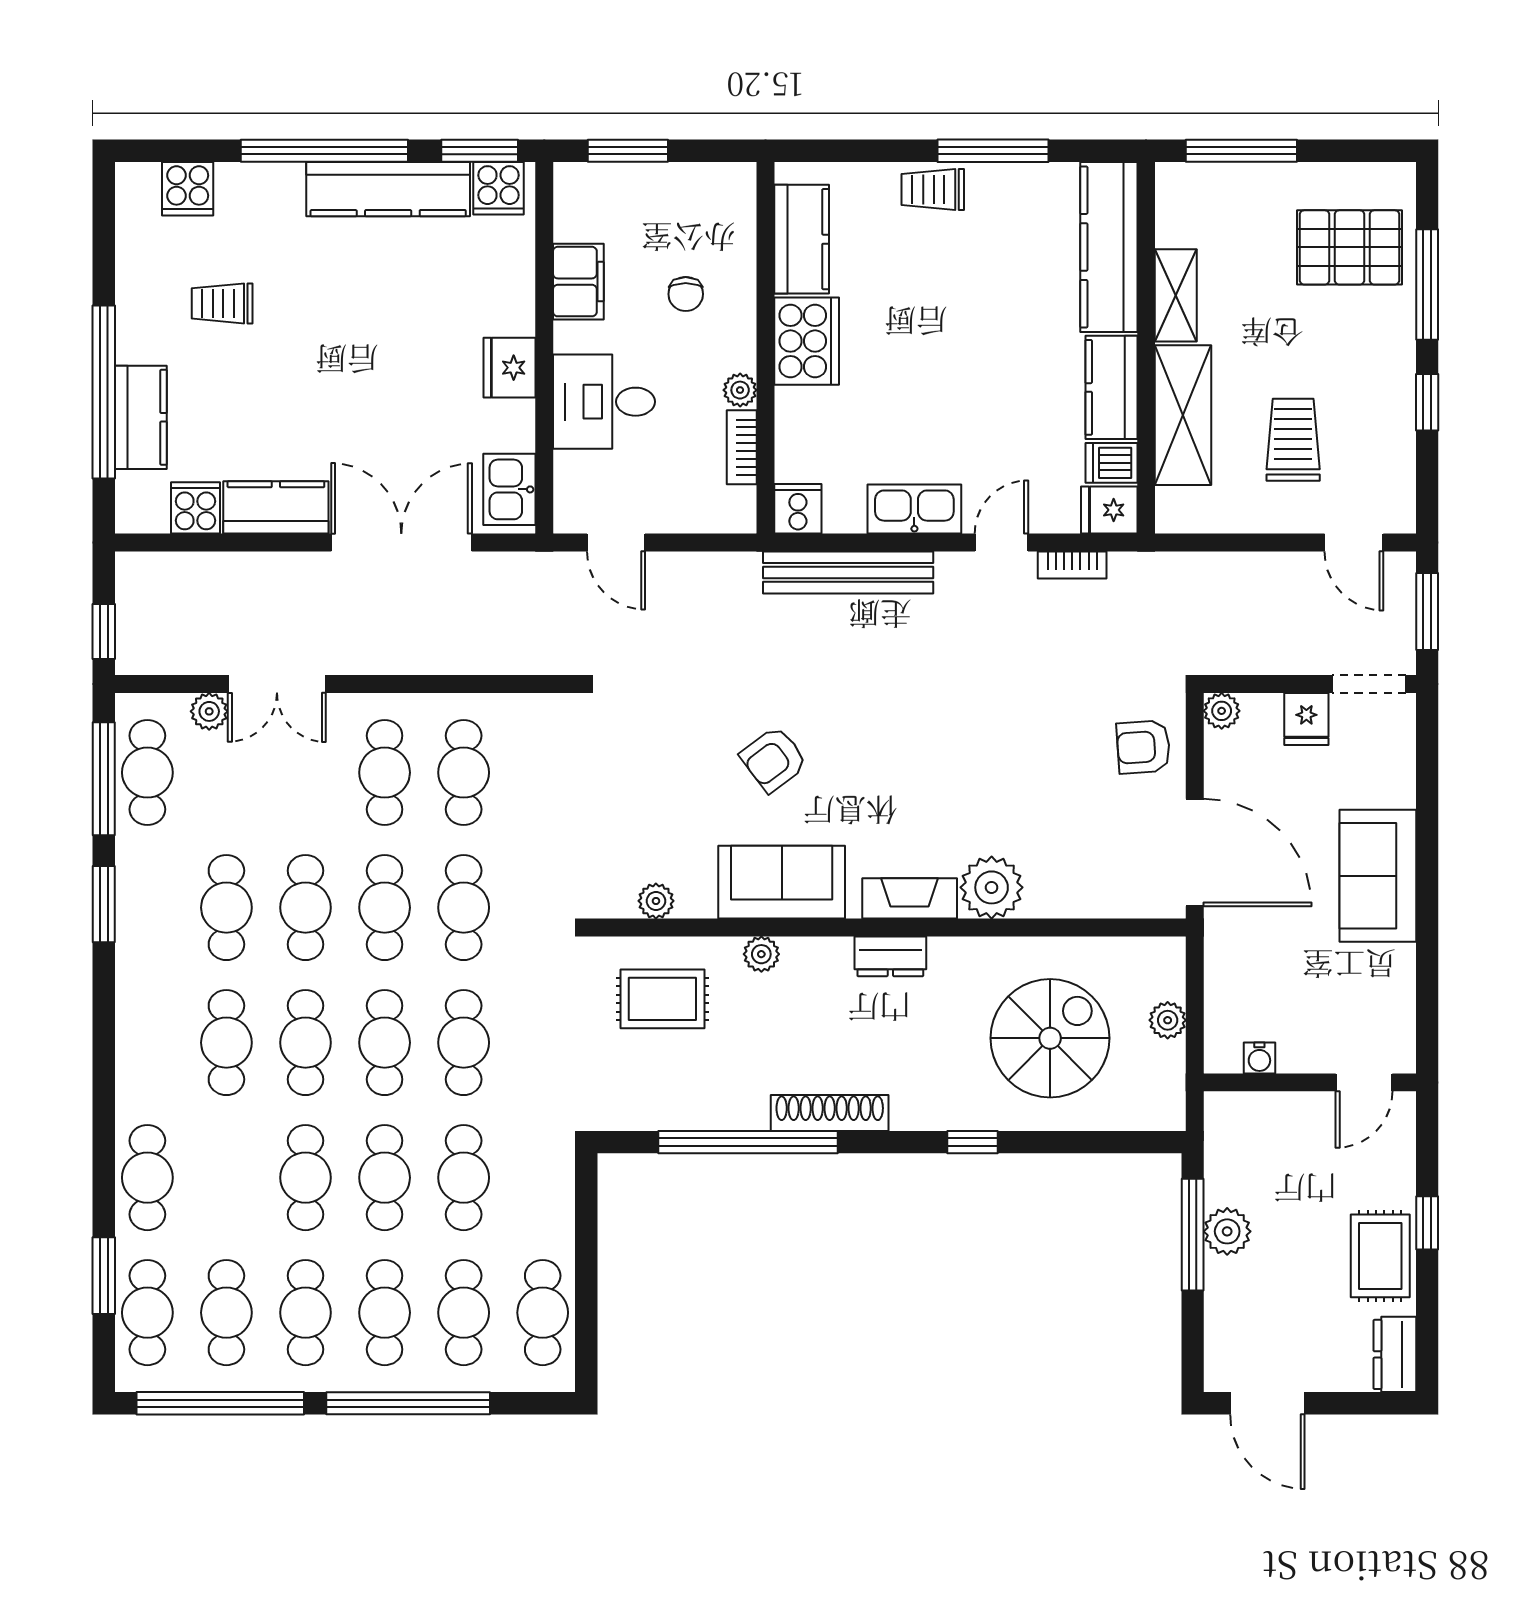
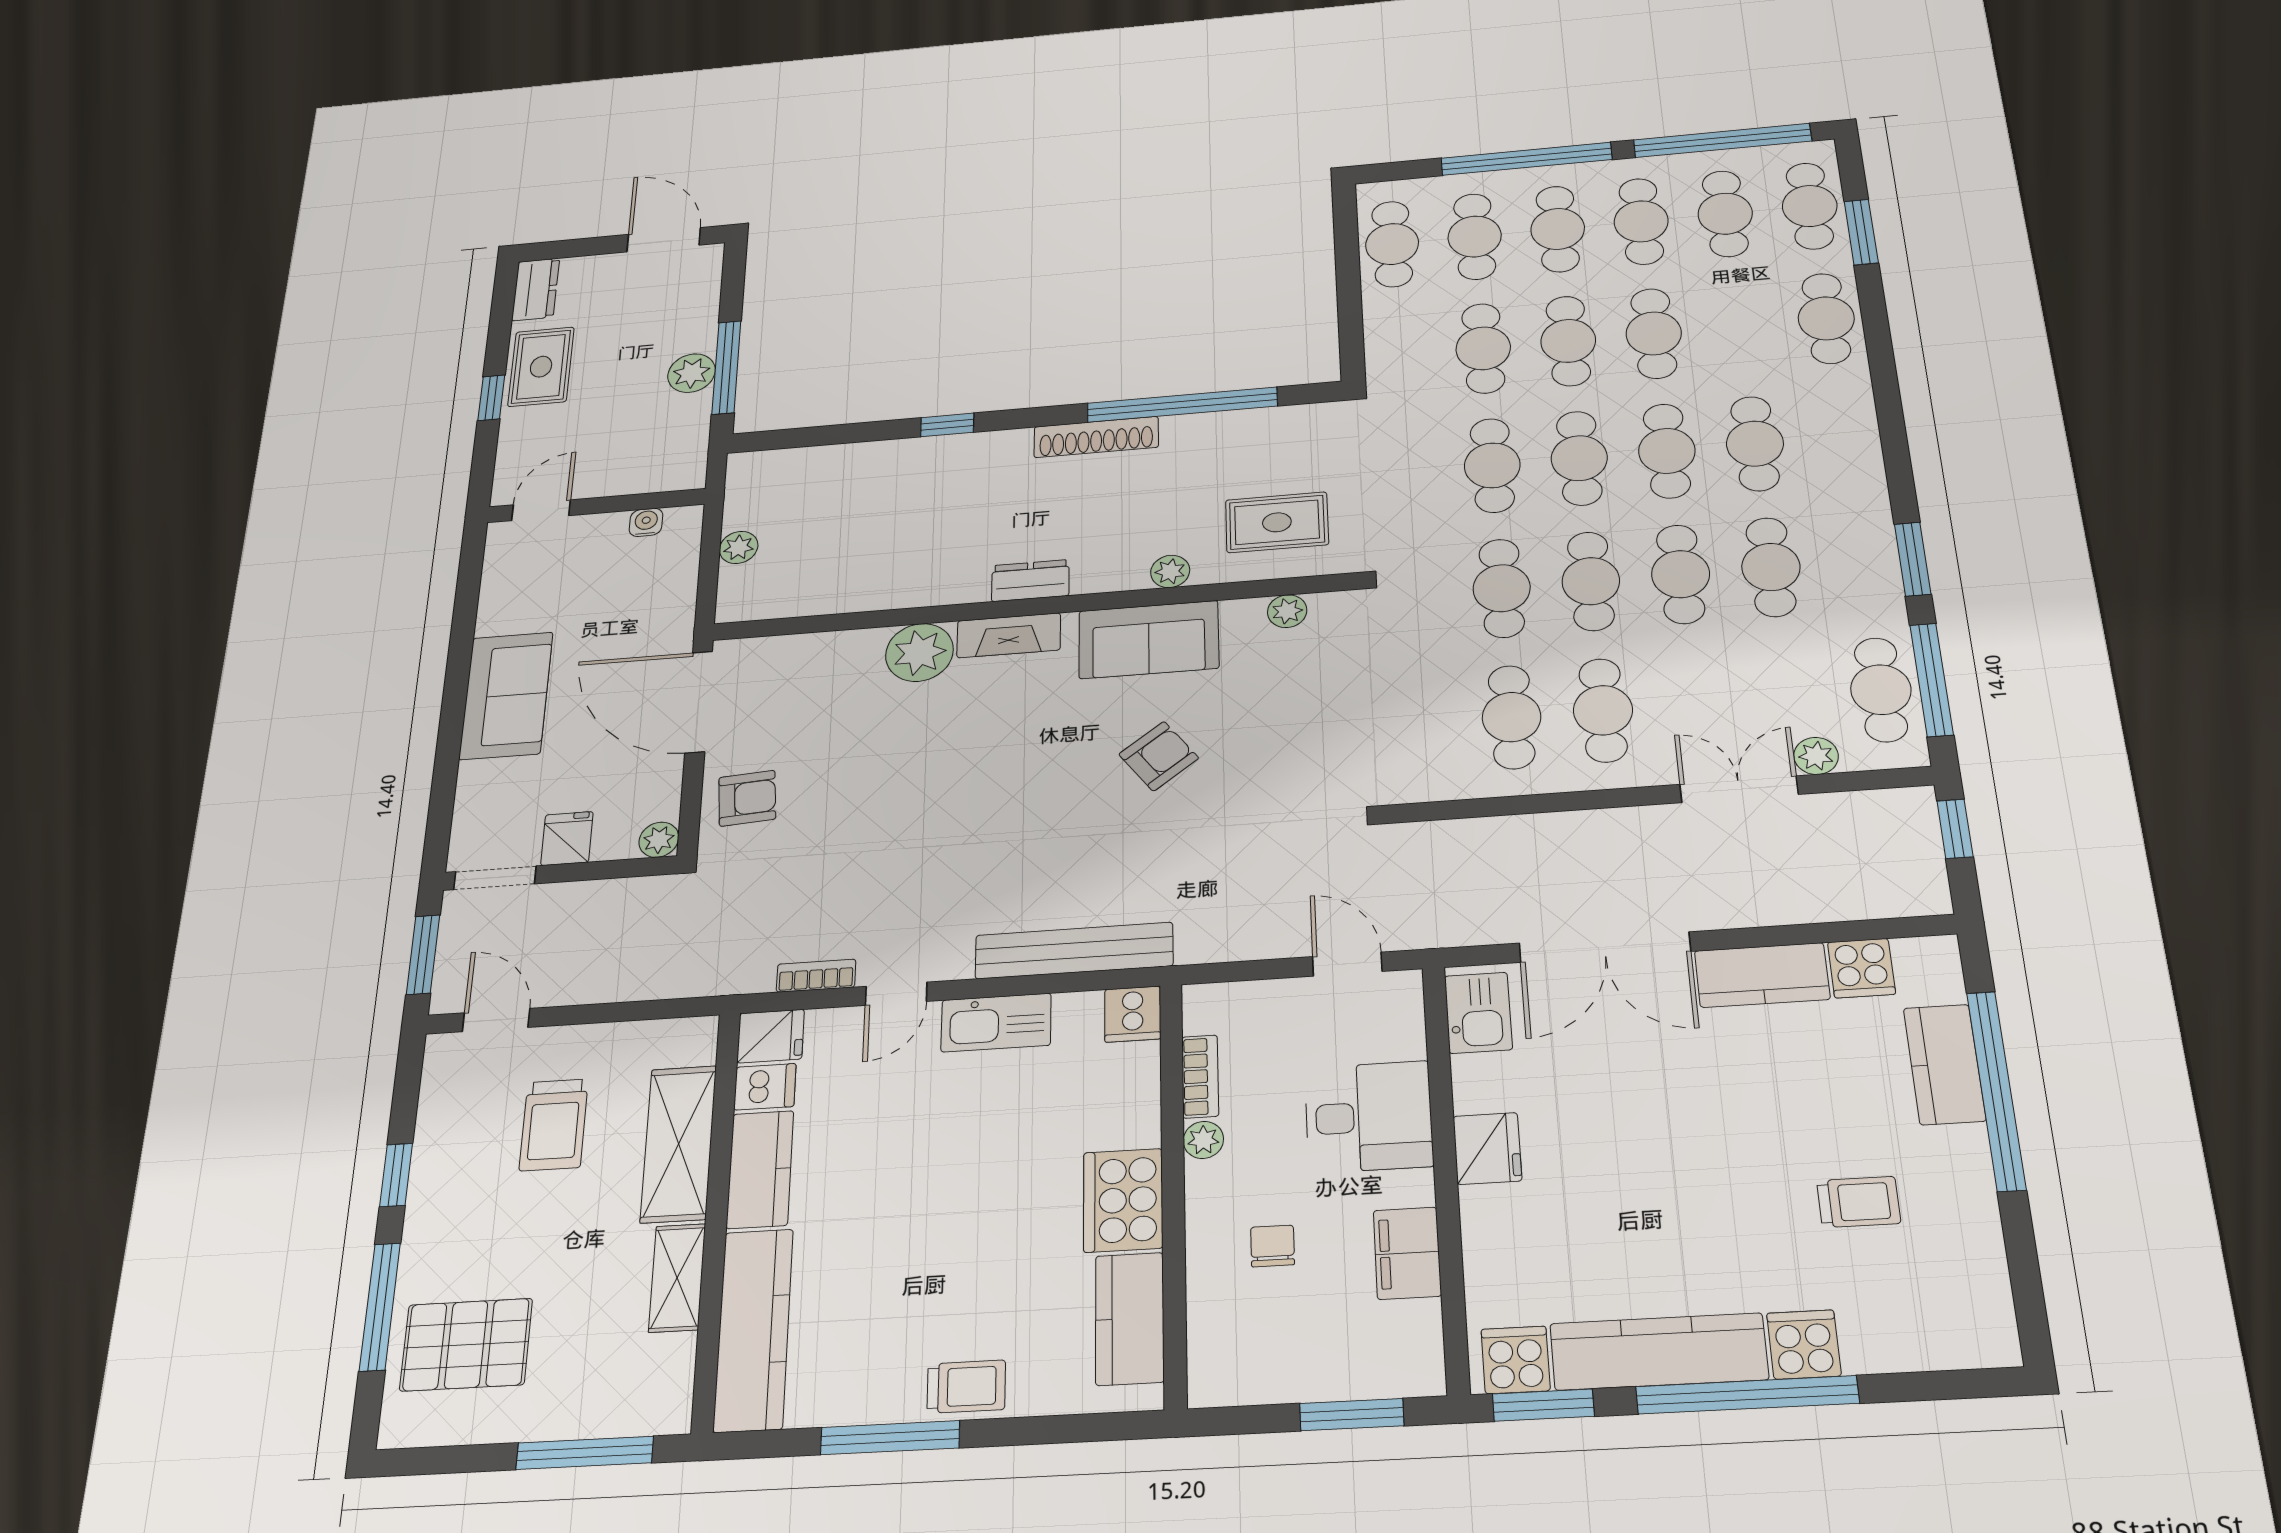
cooker: (188, 189) -> (1804, 1344), moved
spiral stairs: (1050, 1038) -> (863, 521), removed

